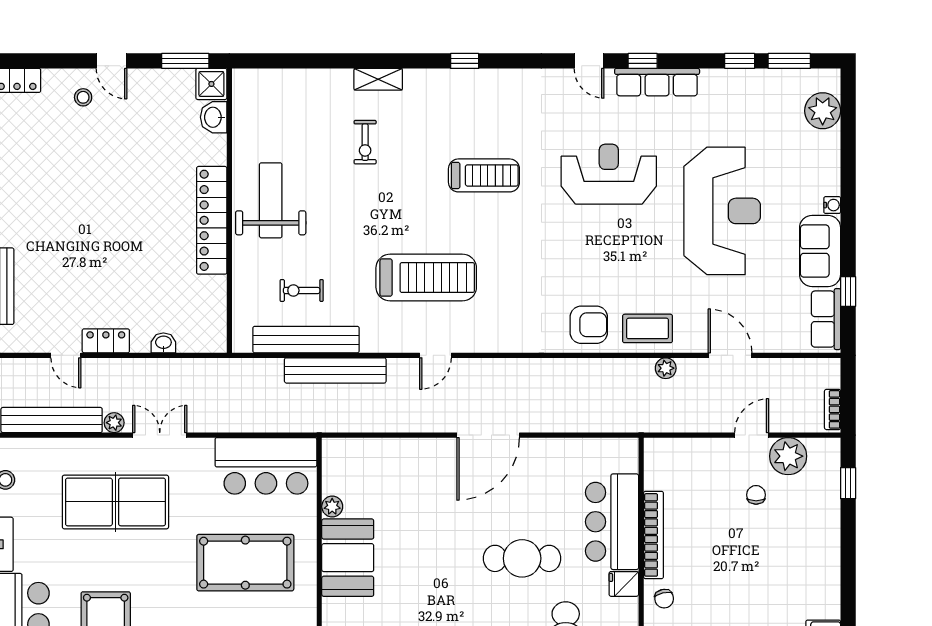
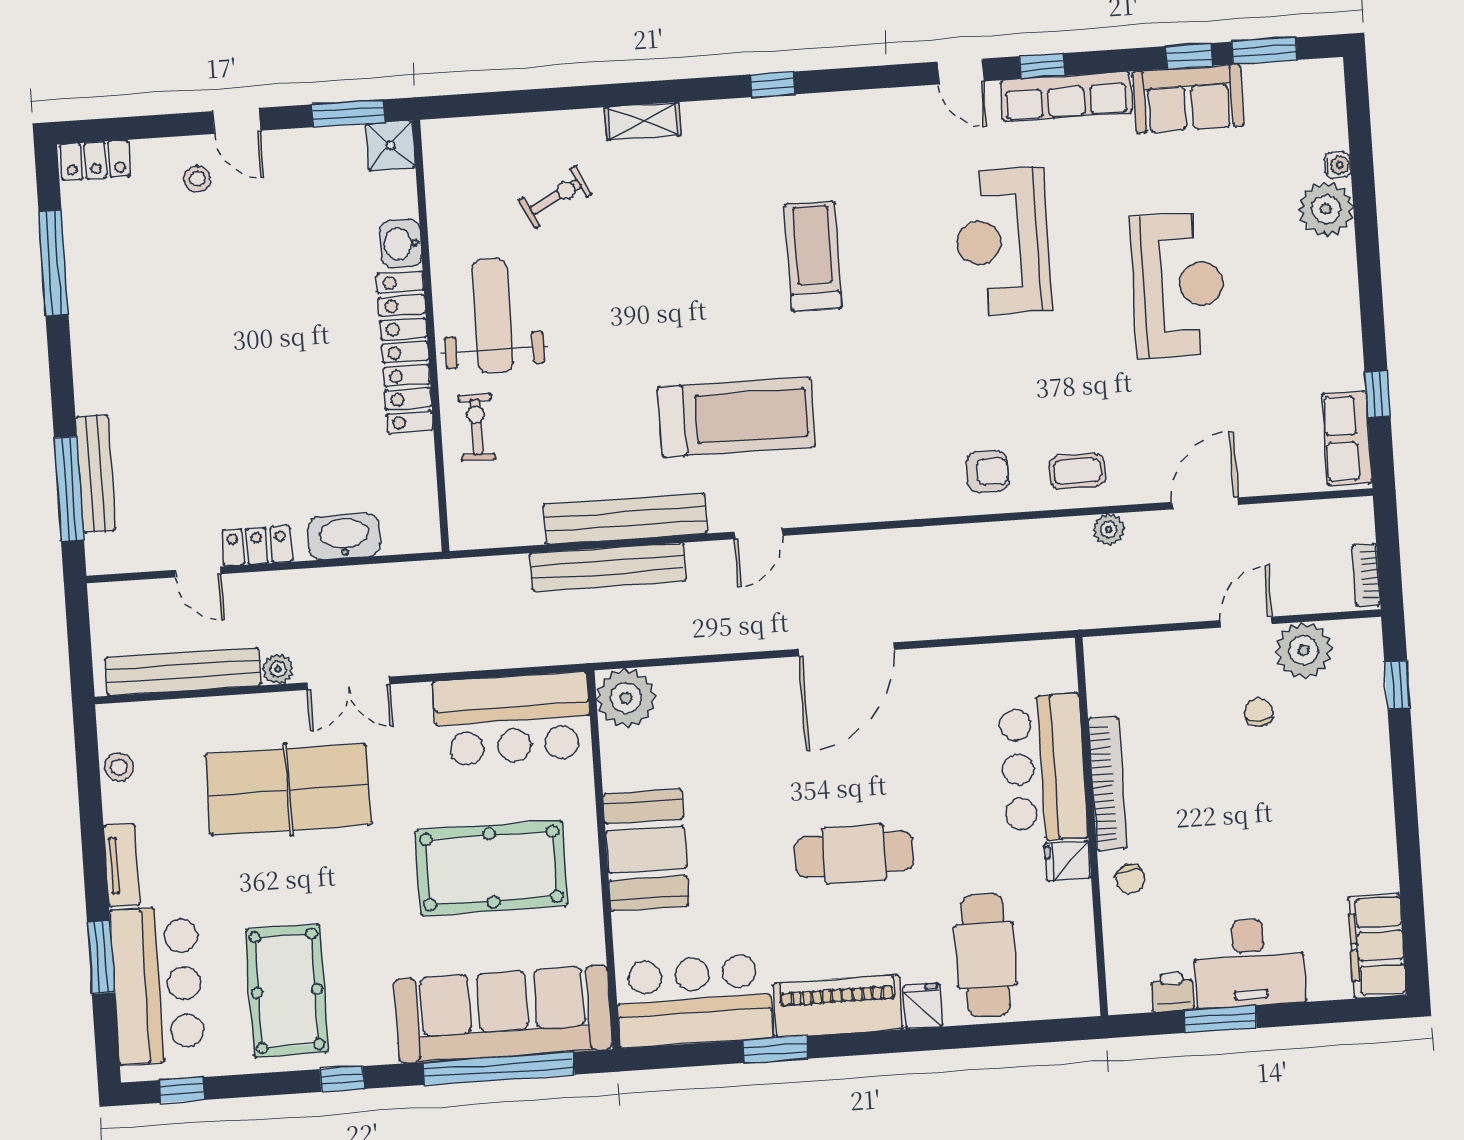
plant: (823, 111) -> (1326, 209), moved
washbasin: (214, 117) -> (401, 244), moved
exercise bike: (365, 142) -> (555, 197), moved, turned -117
reception desk: (609, 174) -> (1002, 241), turned -90
treadmill: (484, 175) -> (813, 256), turned -90
water cooler: (832, 205) -> (1338, 165), moved
reception desk: (722, 211) -> (1178, 285), width x0.74, depth x0.77
sofa: (820, 251) -> (1188, 99), moved, turned -90
exercise bike: (302, 290) -> (476, 427), moved, turned 90
armchair: (589, 325) -> (988, 472), width x0.72, depth x0.72
coffee table: (648, 328) -> (1077, 471), width x0.73, depth x0.77
bench: (306, 340) -> (625, 519), moved
washbasin: (163, 343) -> (344, 536), width x1.91, depth x1.45
door: (730, 355) -> (1205, 503), hinge flipped
double door: (160, 435) -> (348, 683), swing flipped
plant: (332, 507) -> (626, 698), moved, width x1.87, depth x1.87
cafe table: (522, 558) -> (854, 854), moved

